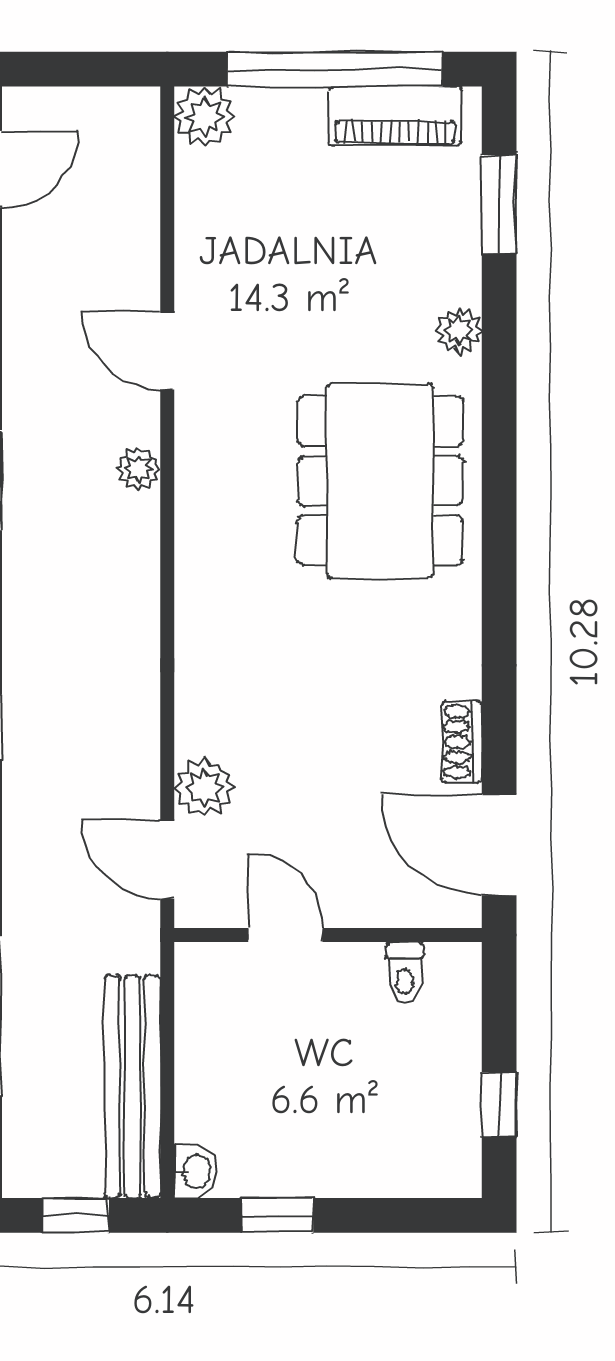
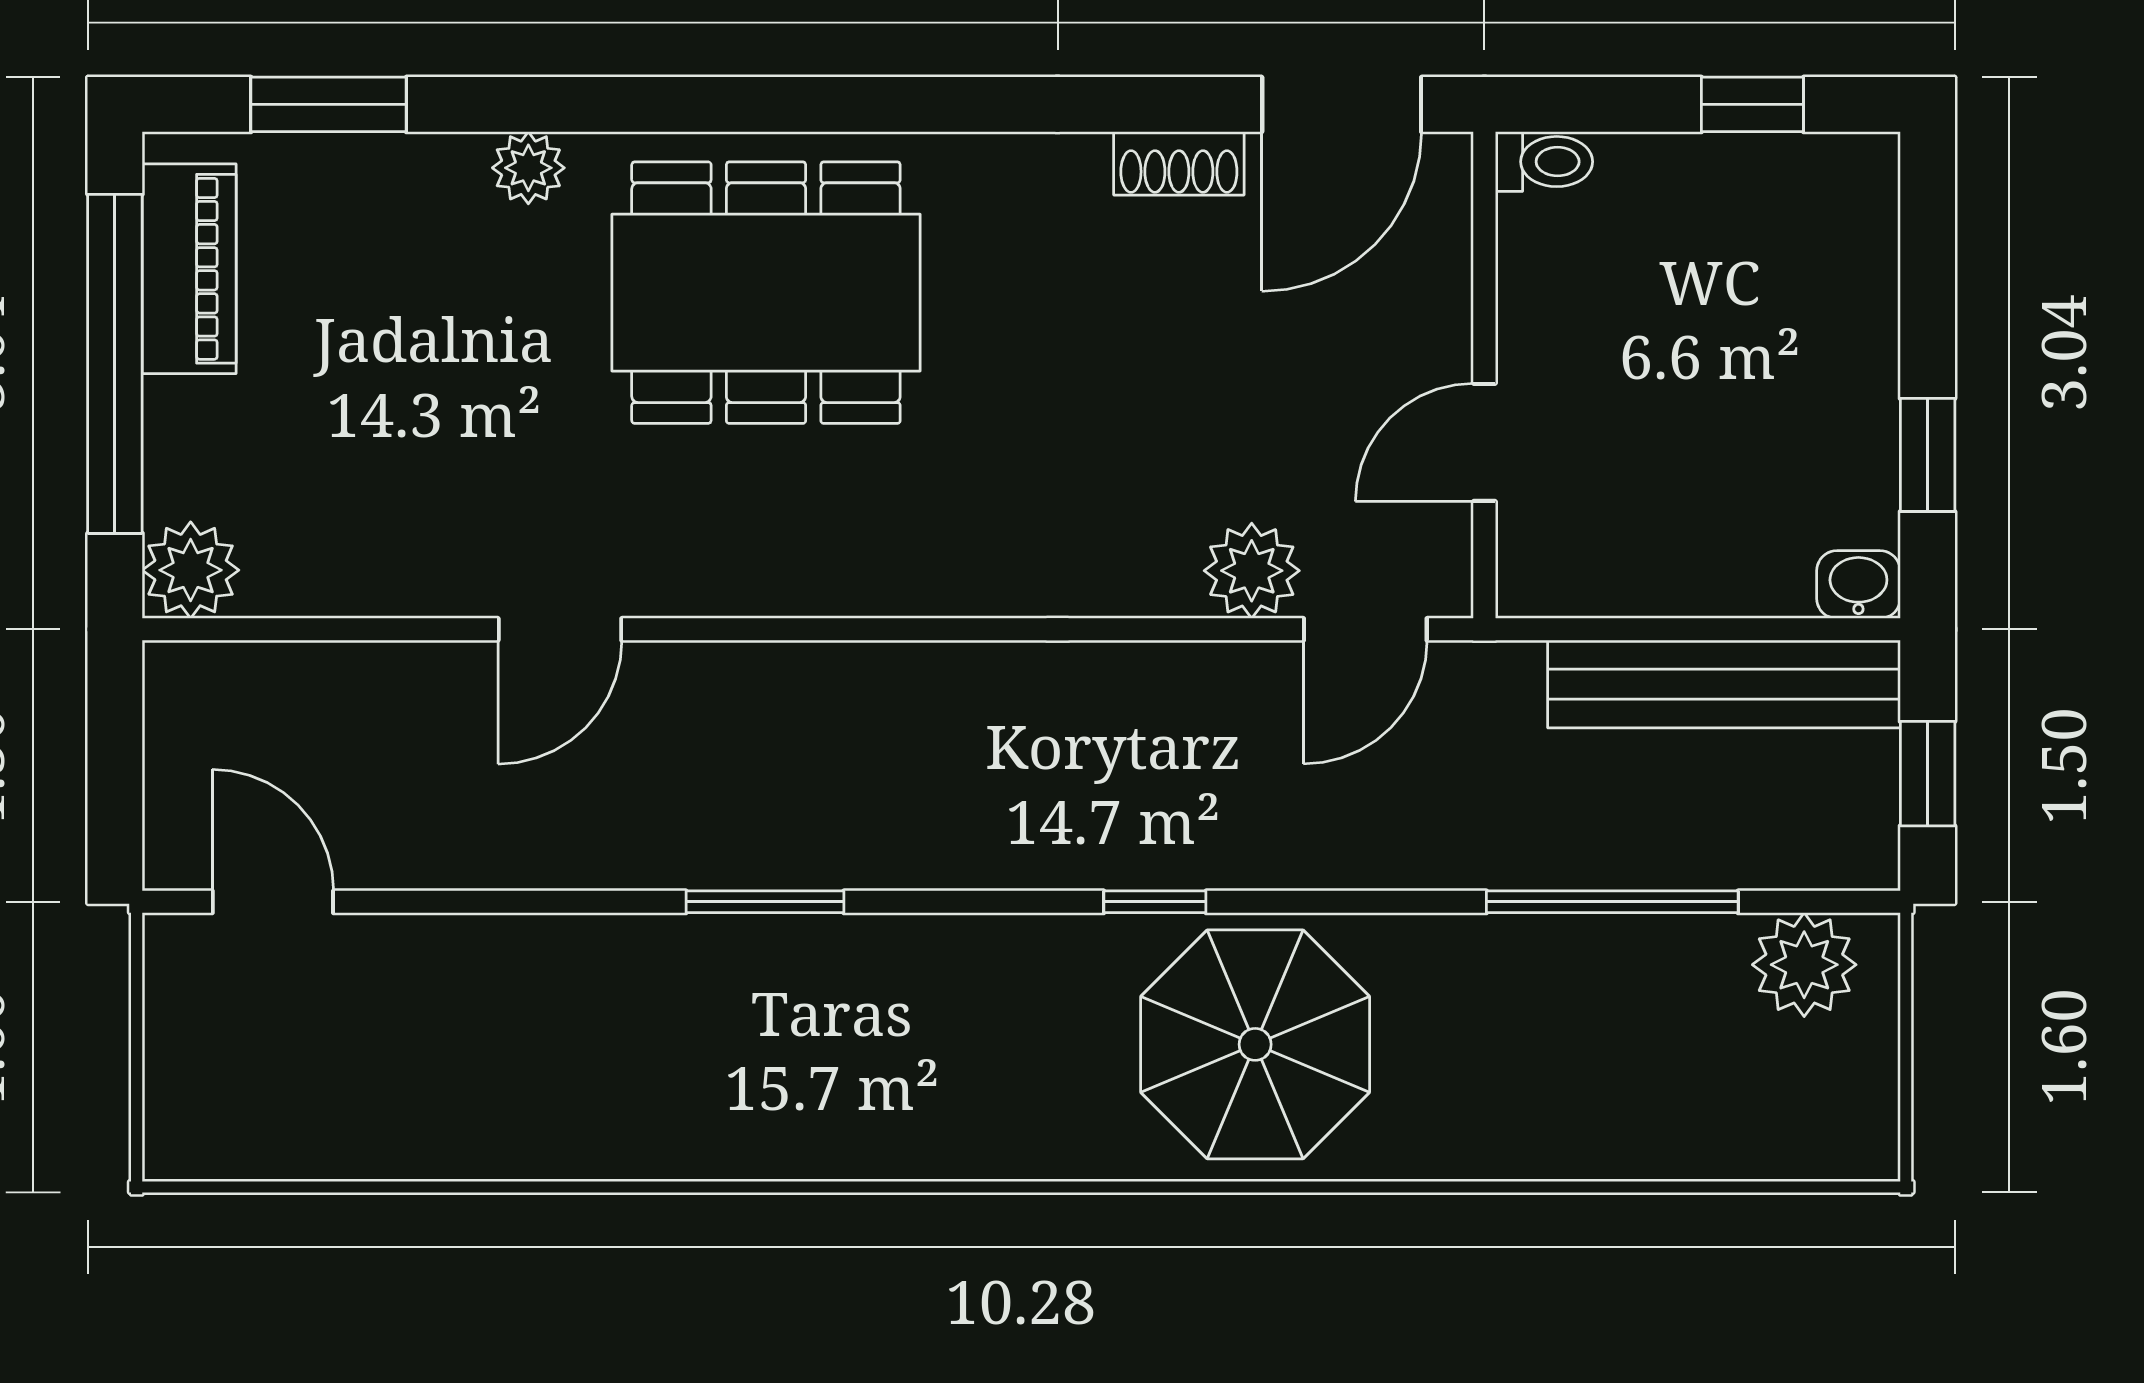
plant: (139, 469) -> (747, 675), removed
toilet: (405, 973) -> (1544, 162), moved

